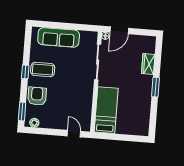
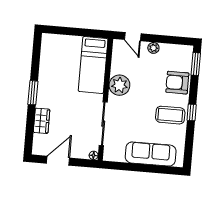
door: (119, 30) -> (58, 161), moved
plant: (84, 94) -> (119, 85), added
armchair: (37, 96) -> (177, 83), turned 90
plant: (34, 123) -> (153, 48), moved

